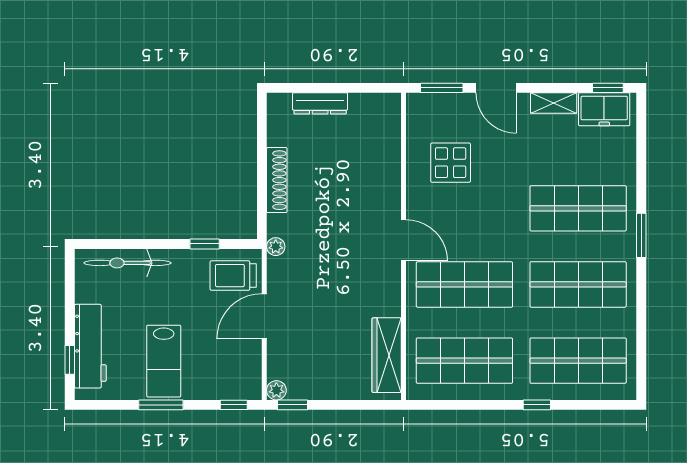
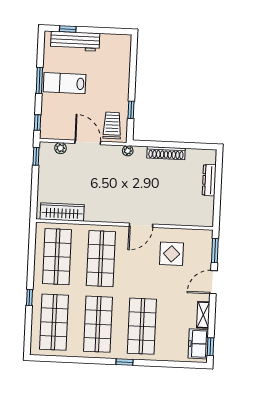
window: (641, 235) -> (125, 362), width x0.67
door: (404, 240) -> (141, 225), moved
bicycle: (127, 263) -> (122, 65), removed
plant: (276, 390) -> (60, 148), moved

